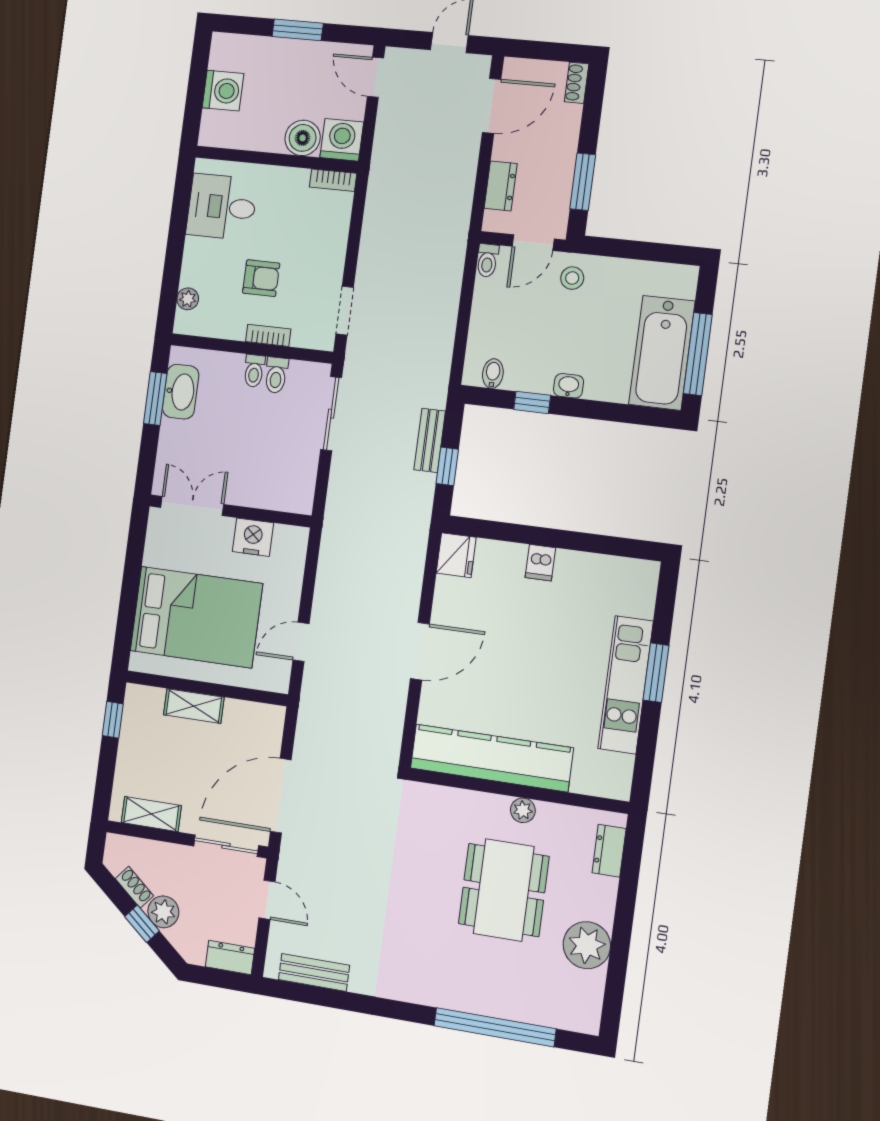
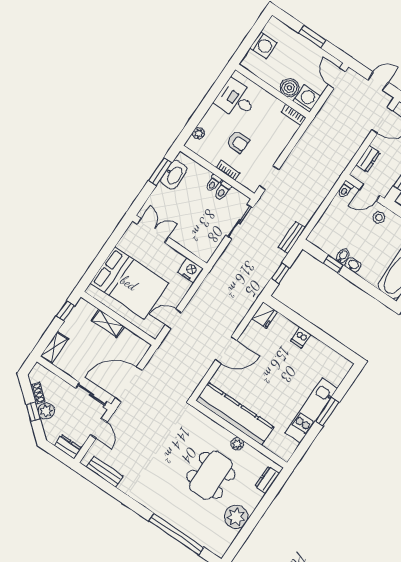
bidet: (493, 374) -> (343, 256), moved
bench: (430, 440) -> (292, 238), moved
nightstand: (253, 537) -> (191, 271), moved
shelving: (151, 814) -> (54, 348), moved, turned 90

